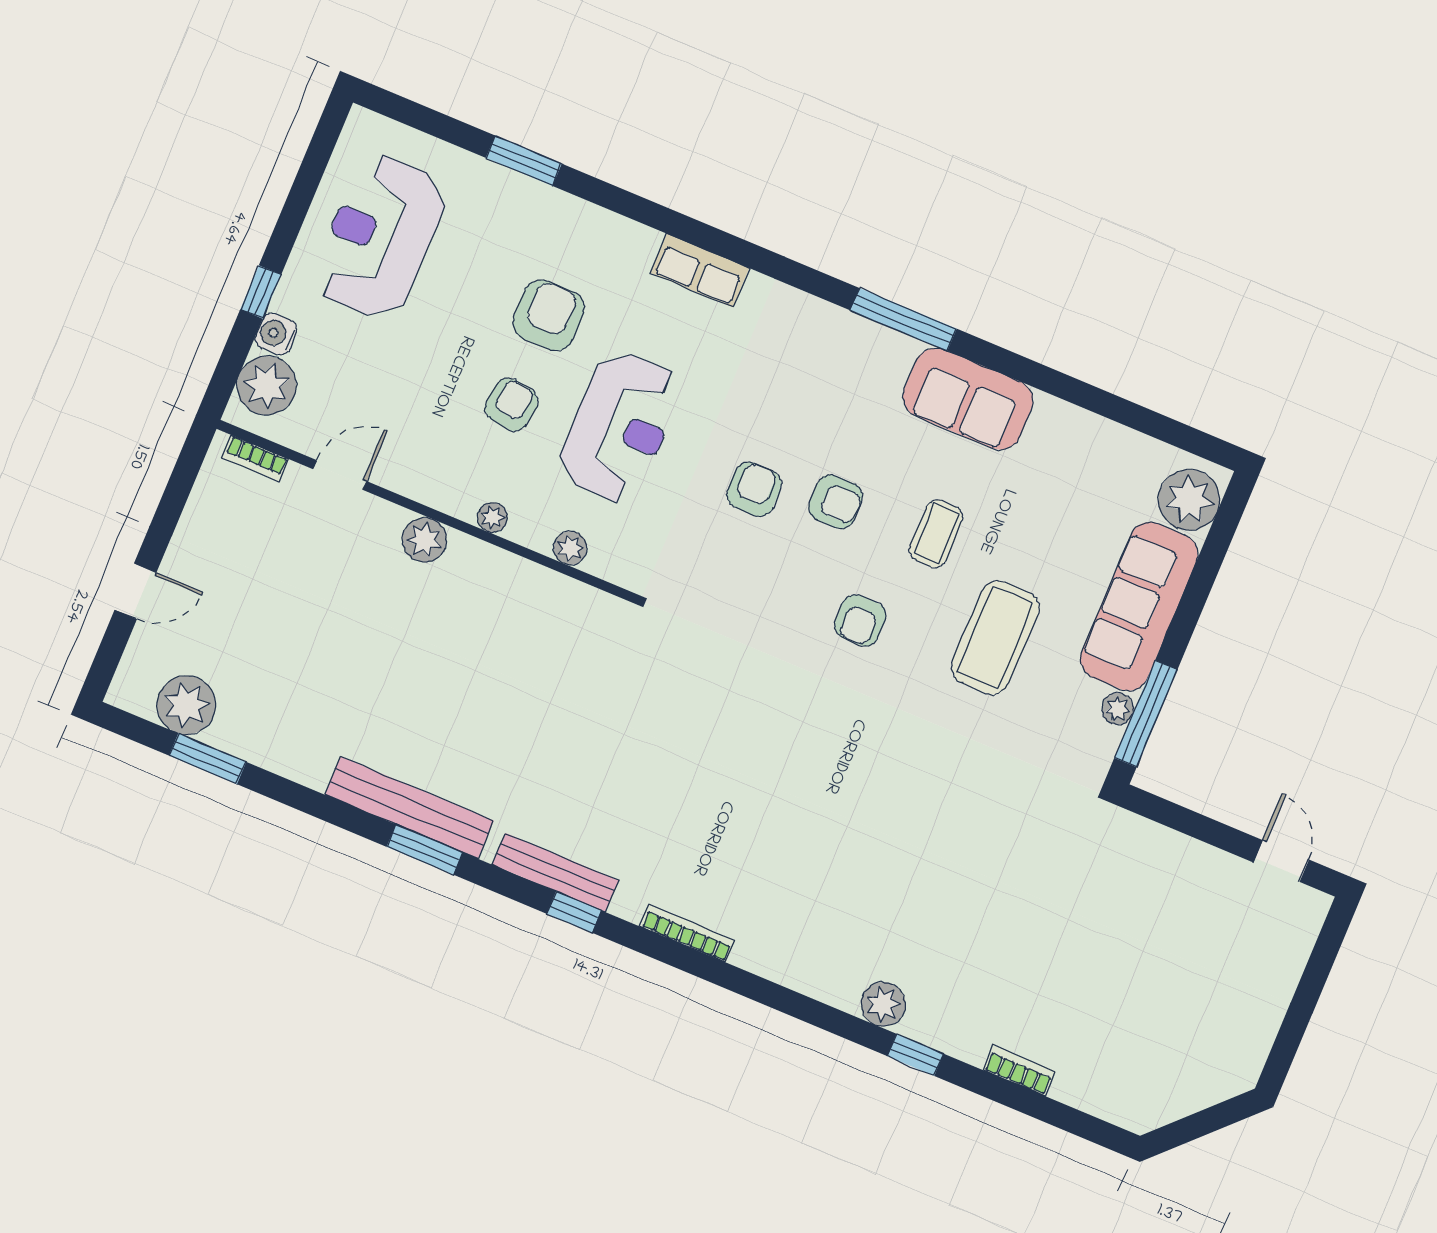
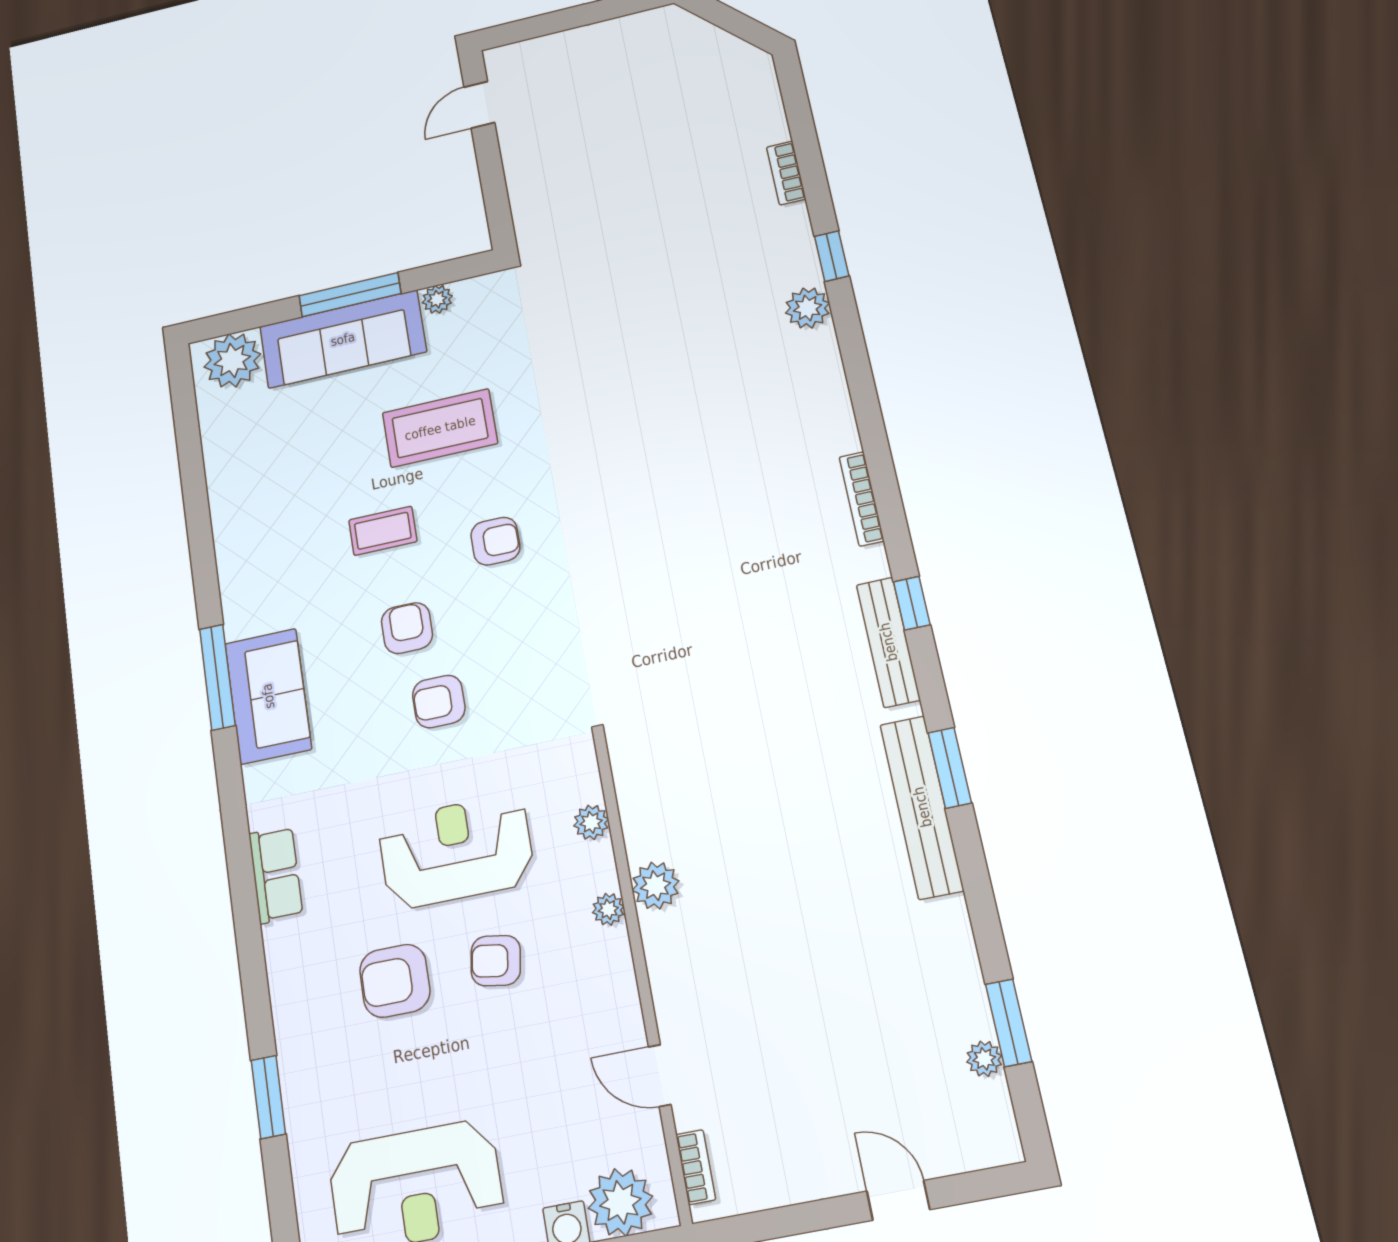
sofa: (968, 399) -> (268, 696), moved
plant: (424, 540) -> (656, 886), moved
plant: (186, 705) -> (984, 1059), width x0.53, depth x0.53
window: (1146, 714) -> (350, 295), moved

